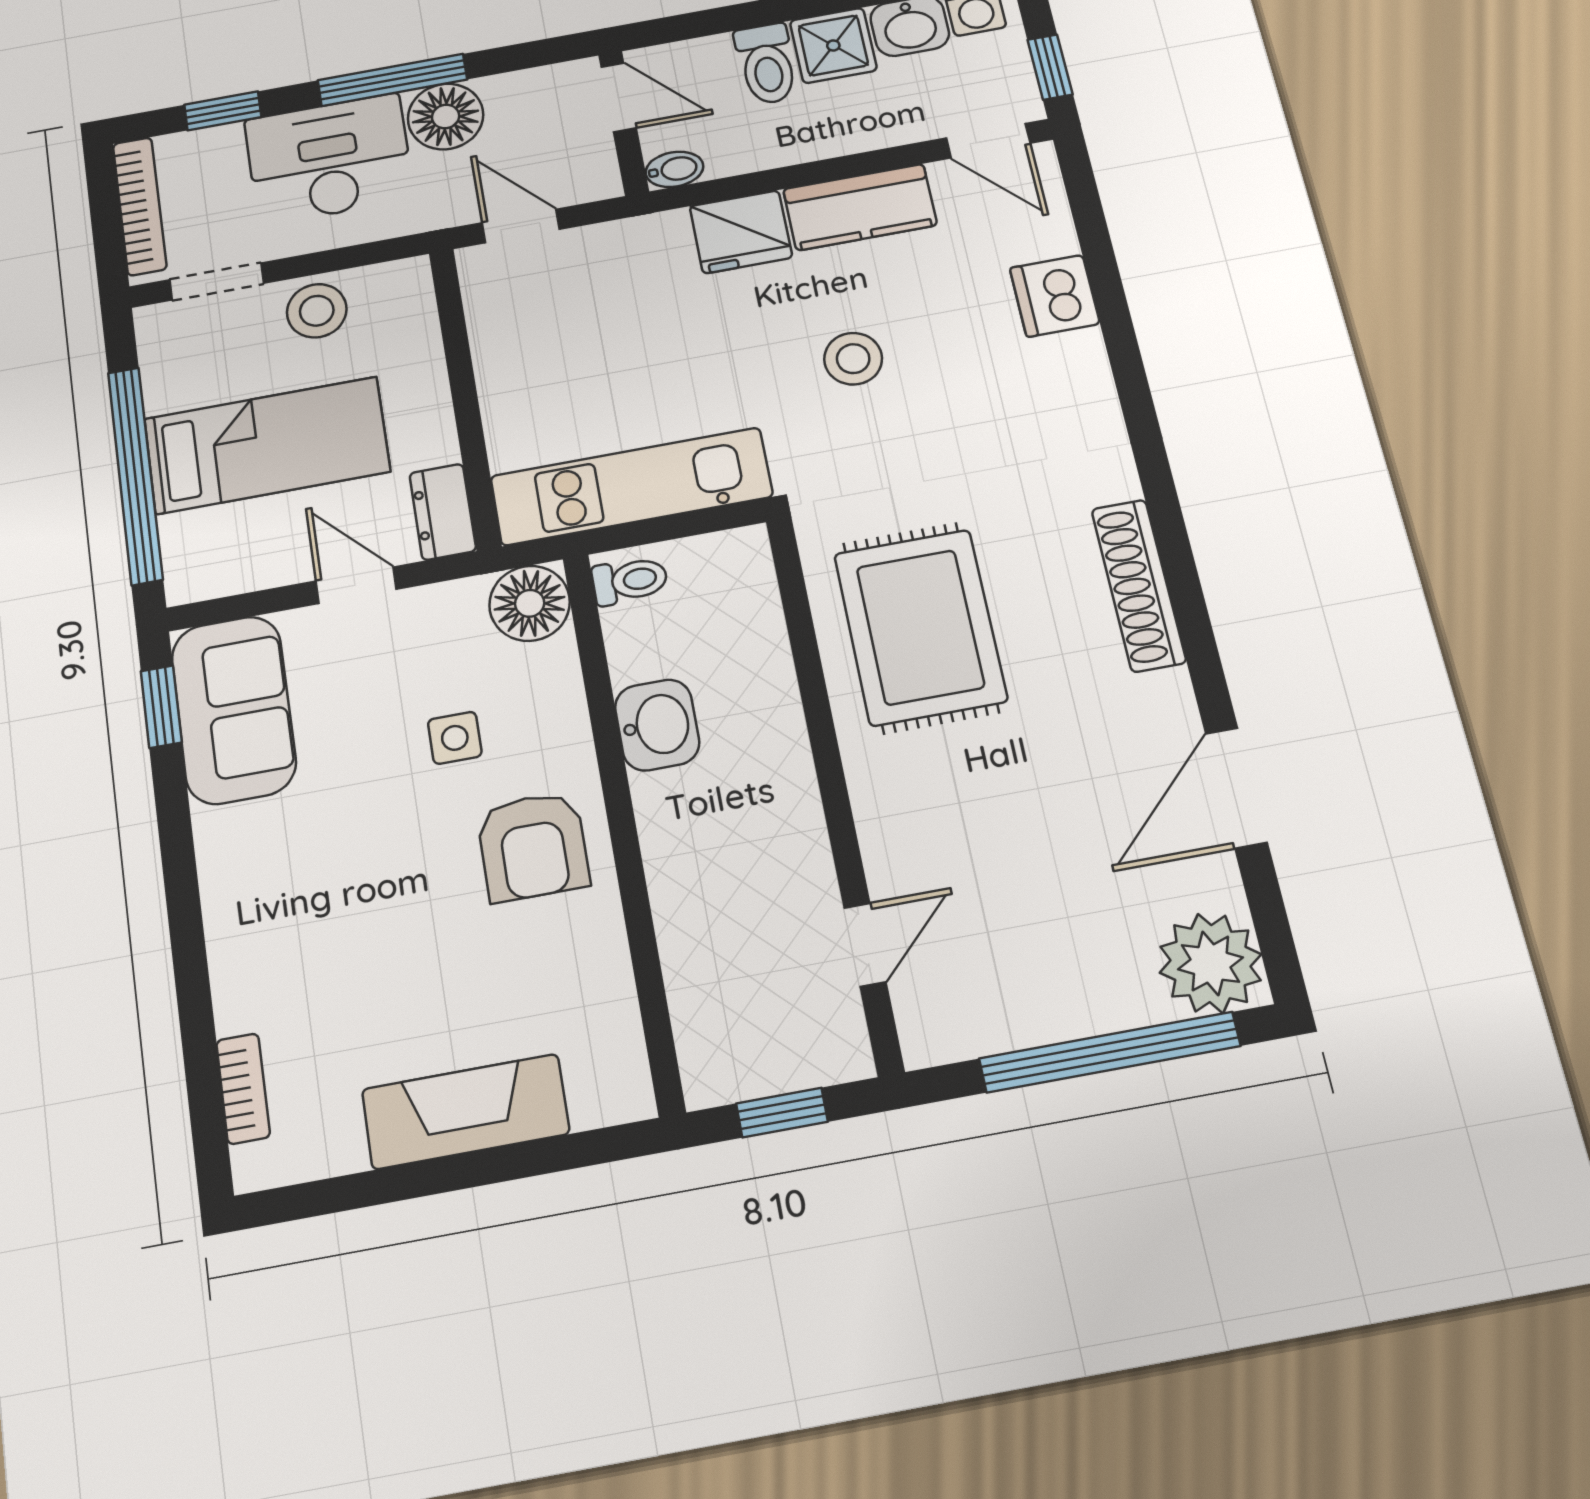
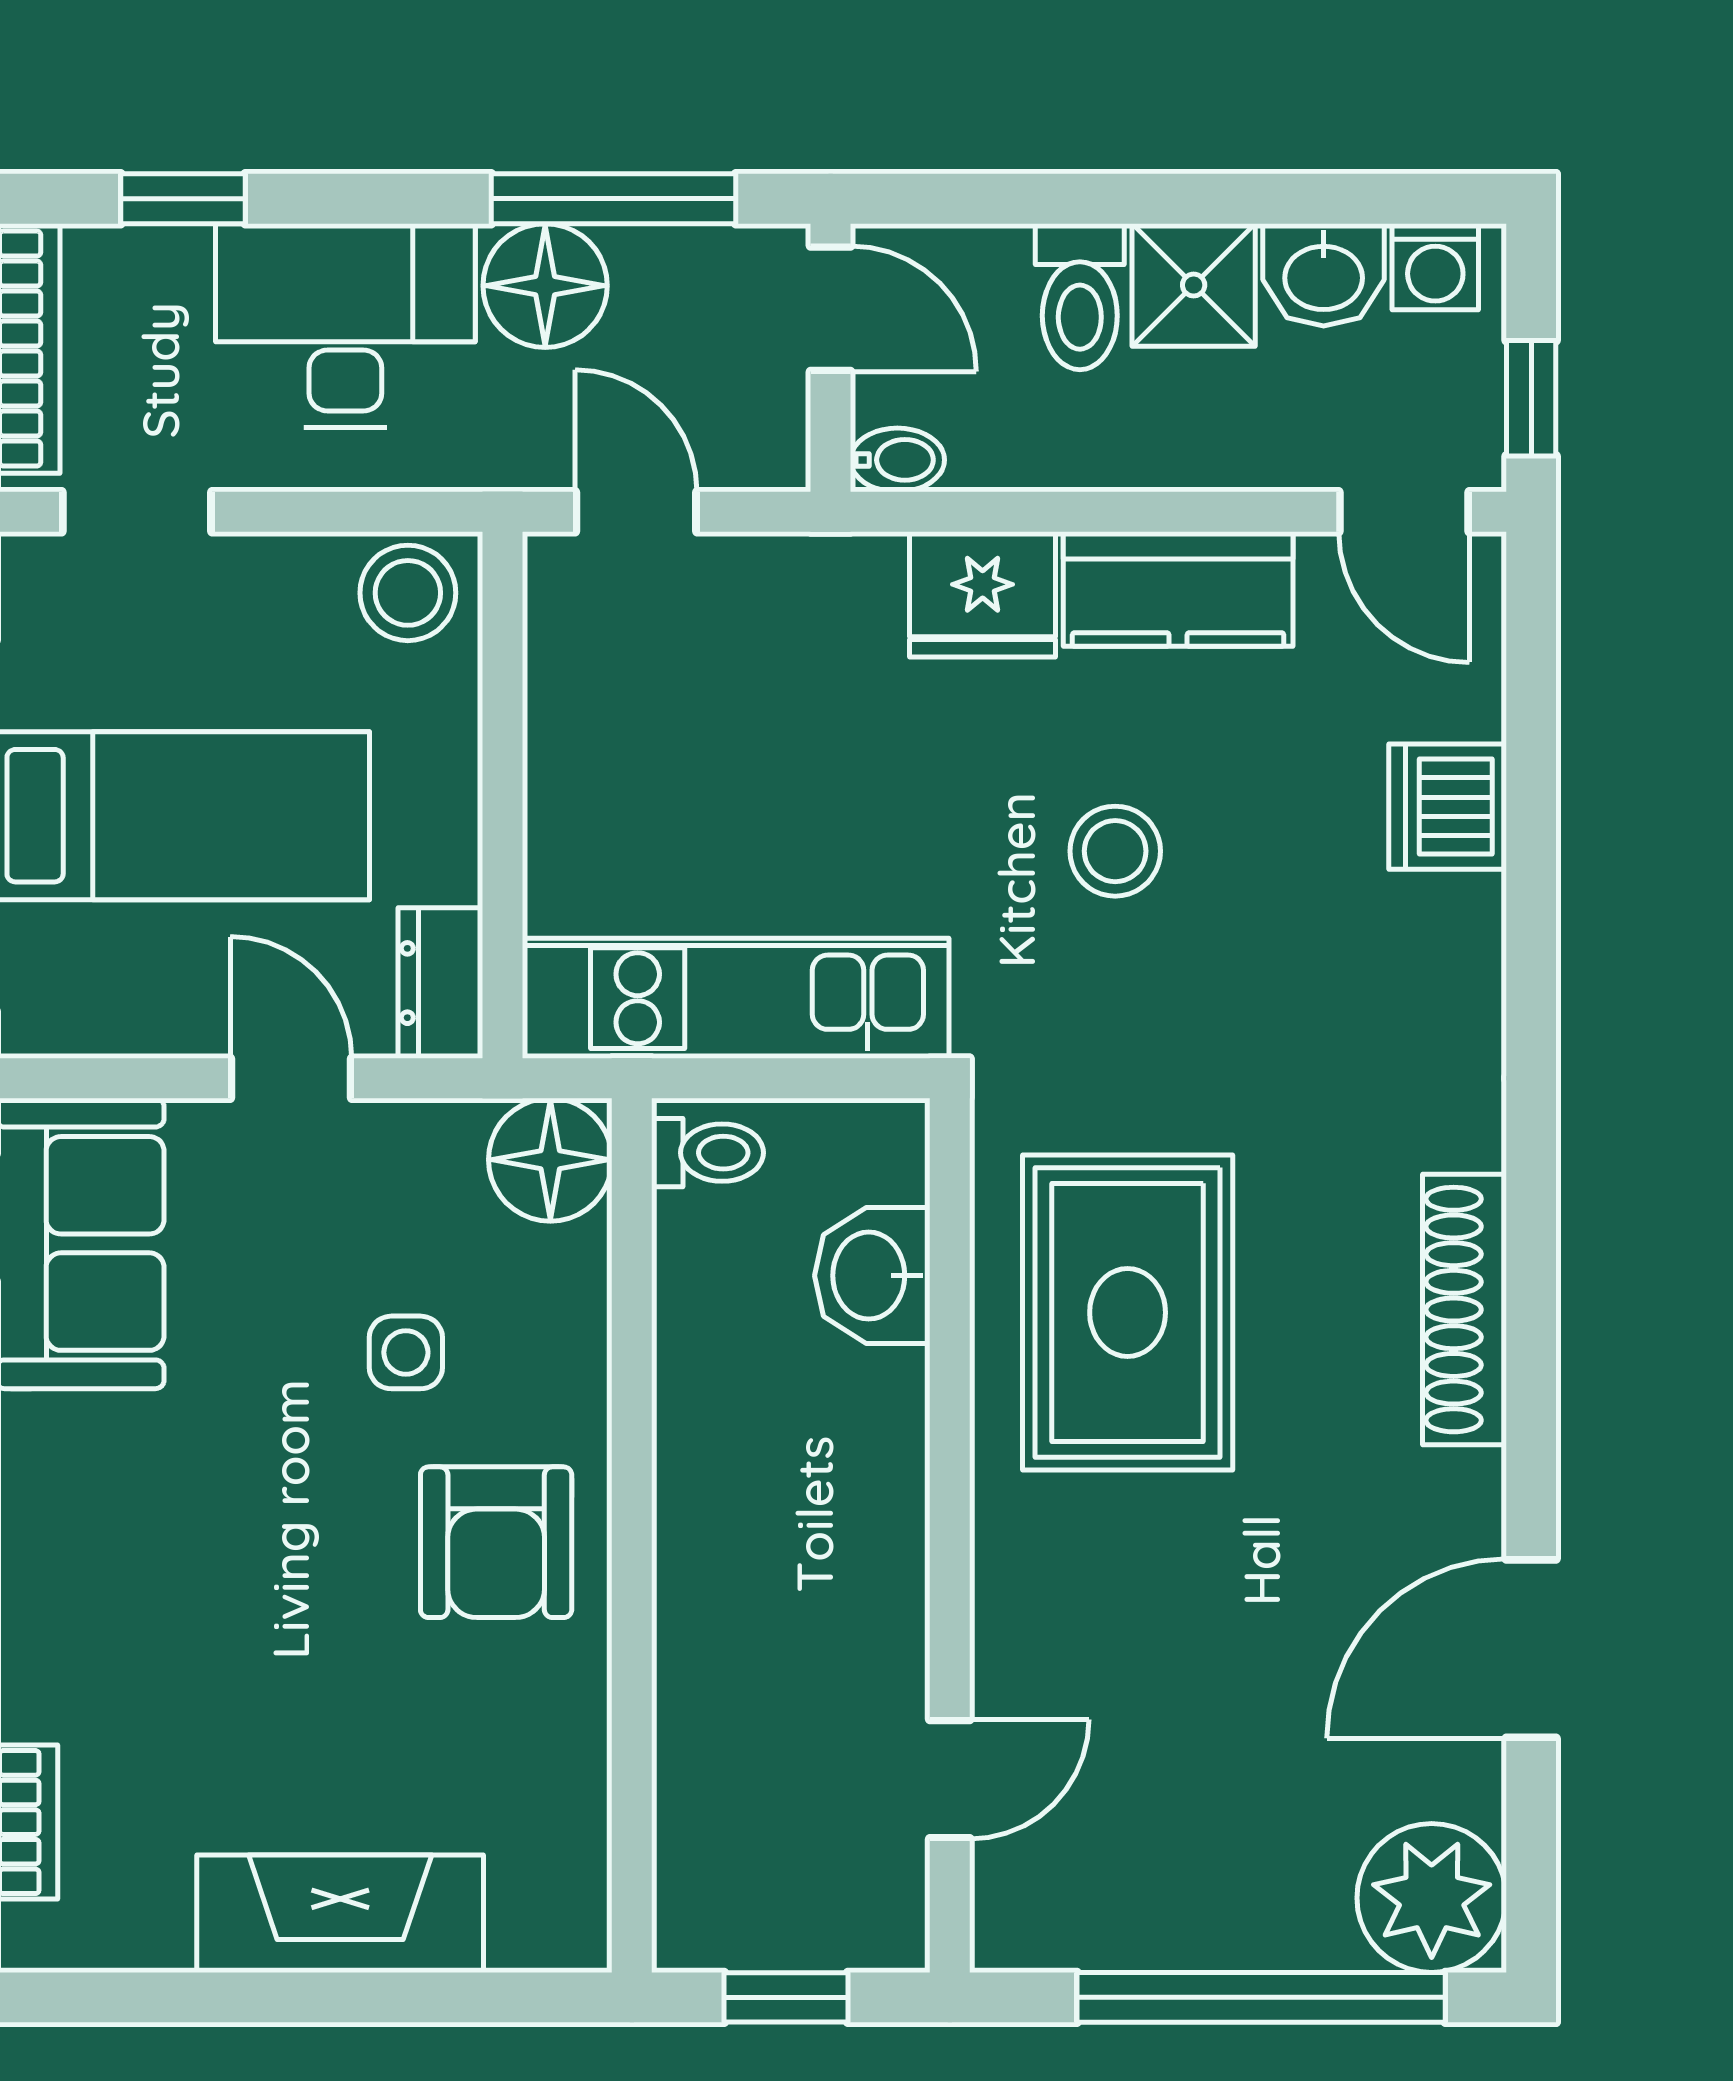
window: (392, 80) -> (613, 199), moved
stool: (317, 311) -> (408, 593), moved
washbasin: (657, 725) -> (872, 1276), moved, turned 180

